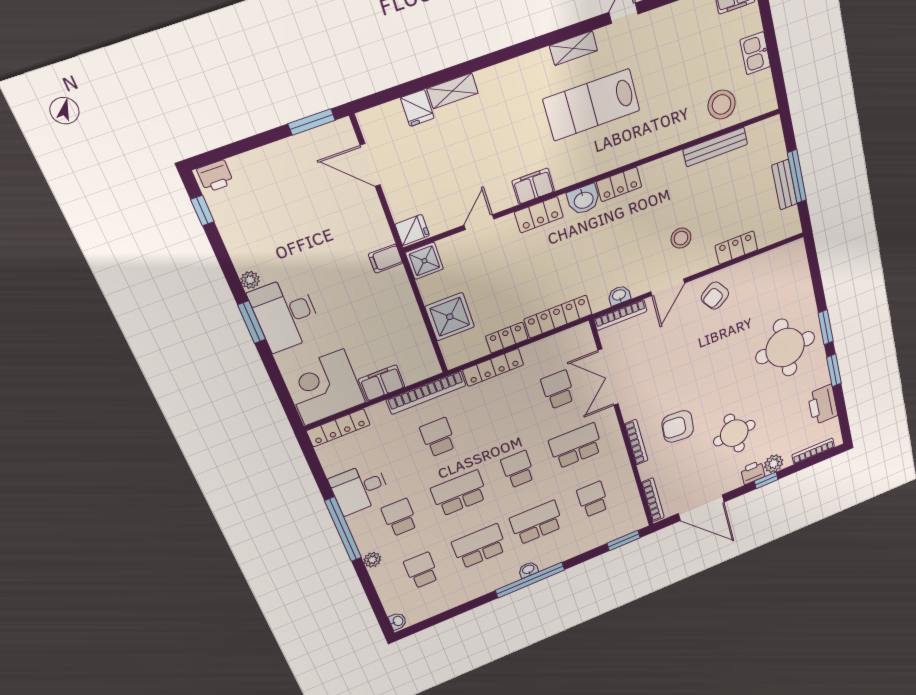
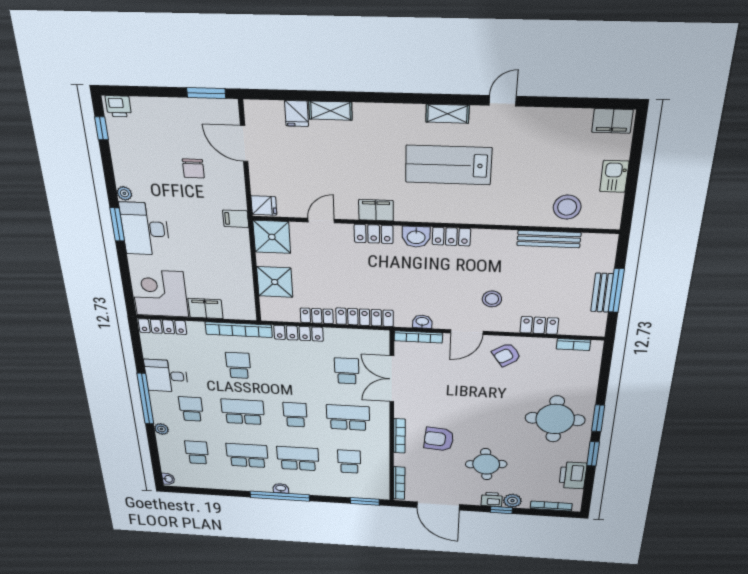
chair: (321, 217) -> (193, 168), added
bookcase: (776, 255) -> (573, 345), added
shower: (424, 261) -> (272, 237), width x1.36, depth x1.36

